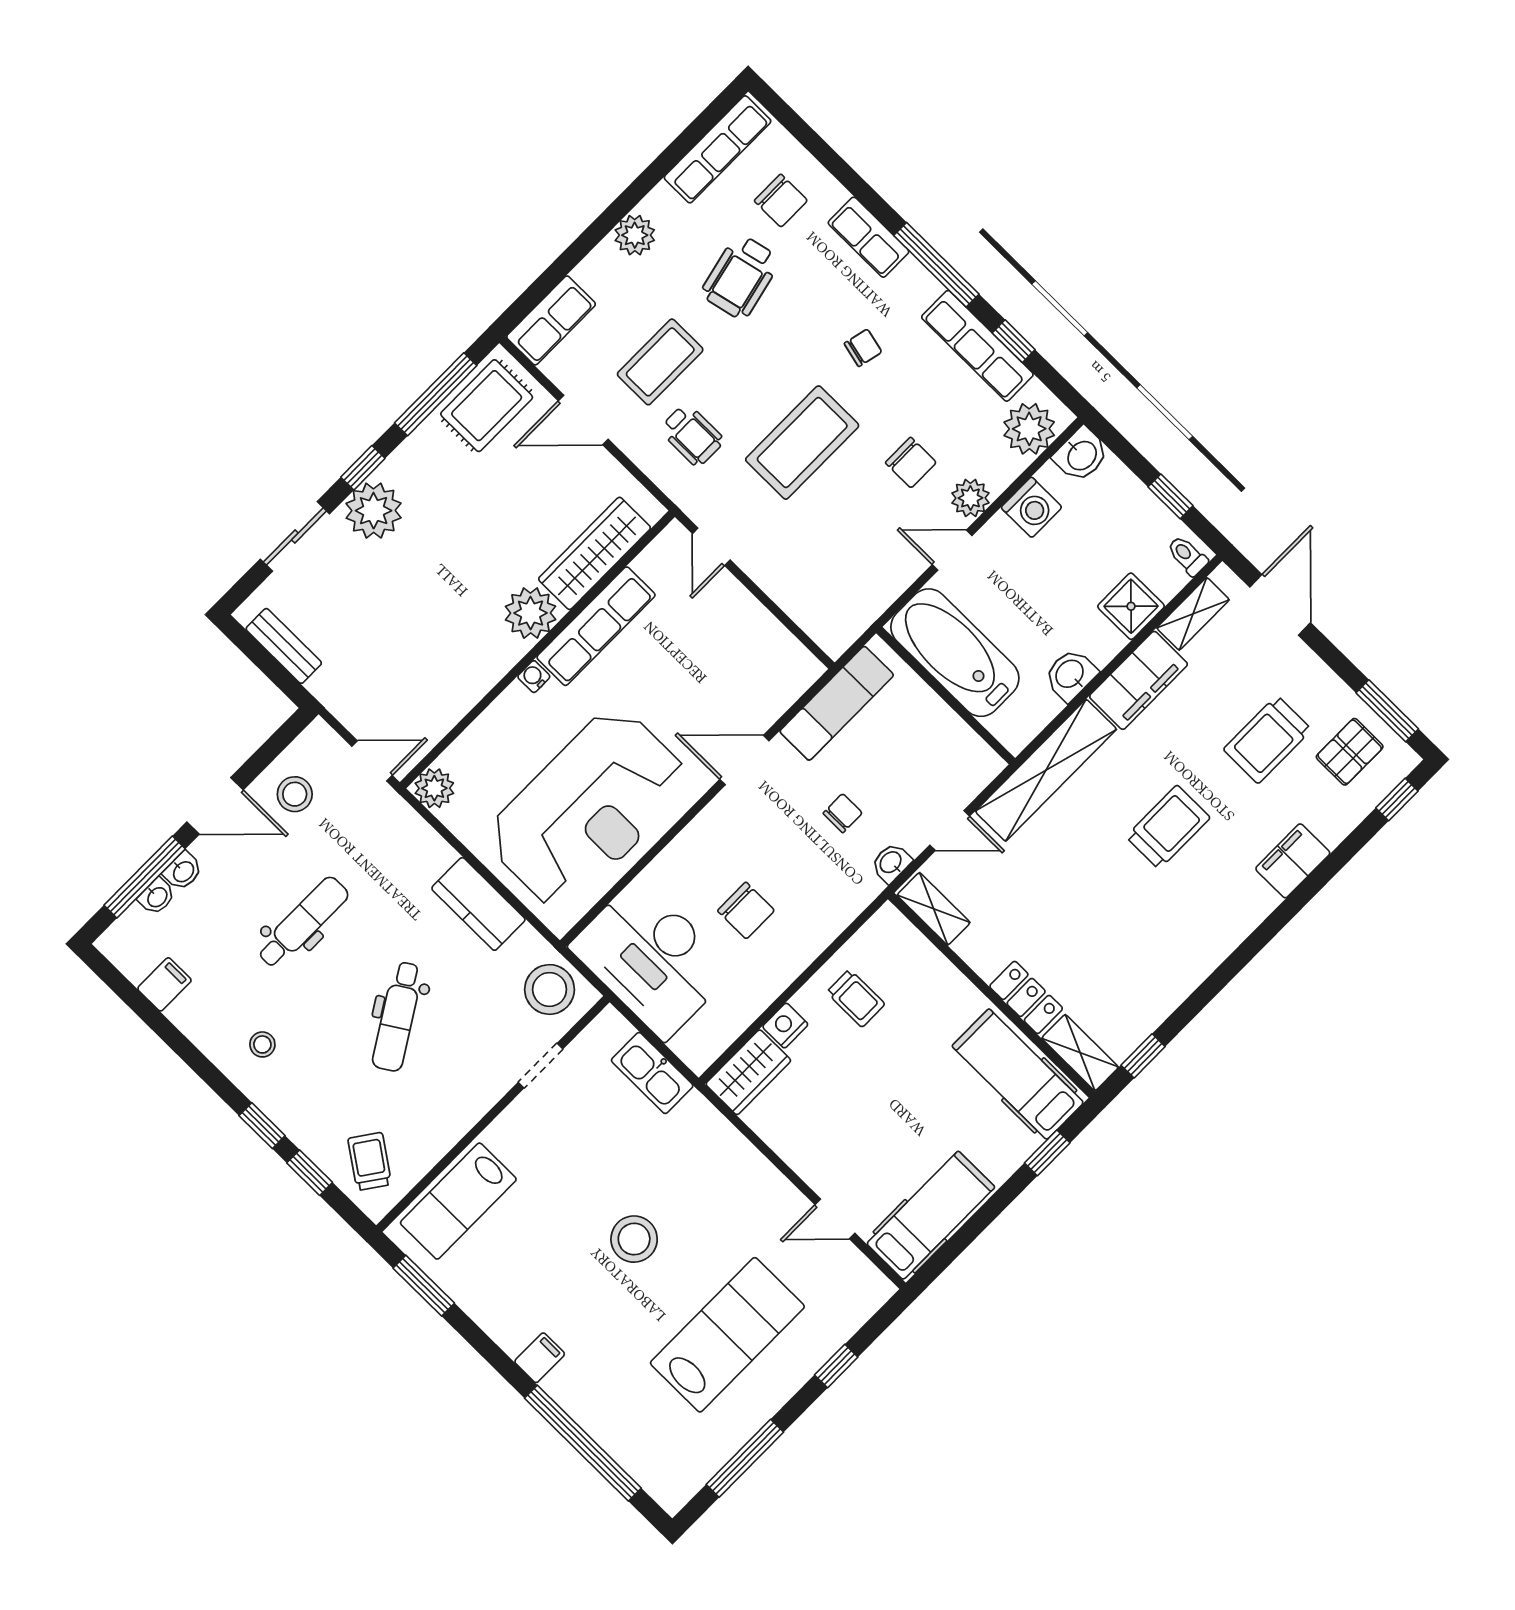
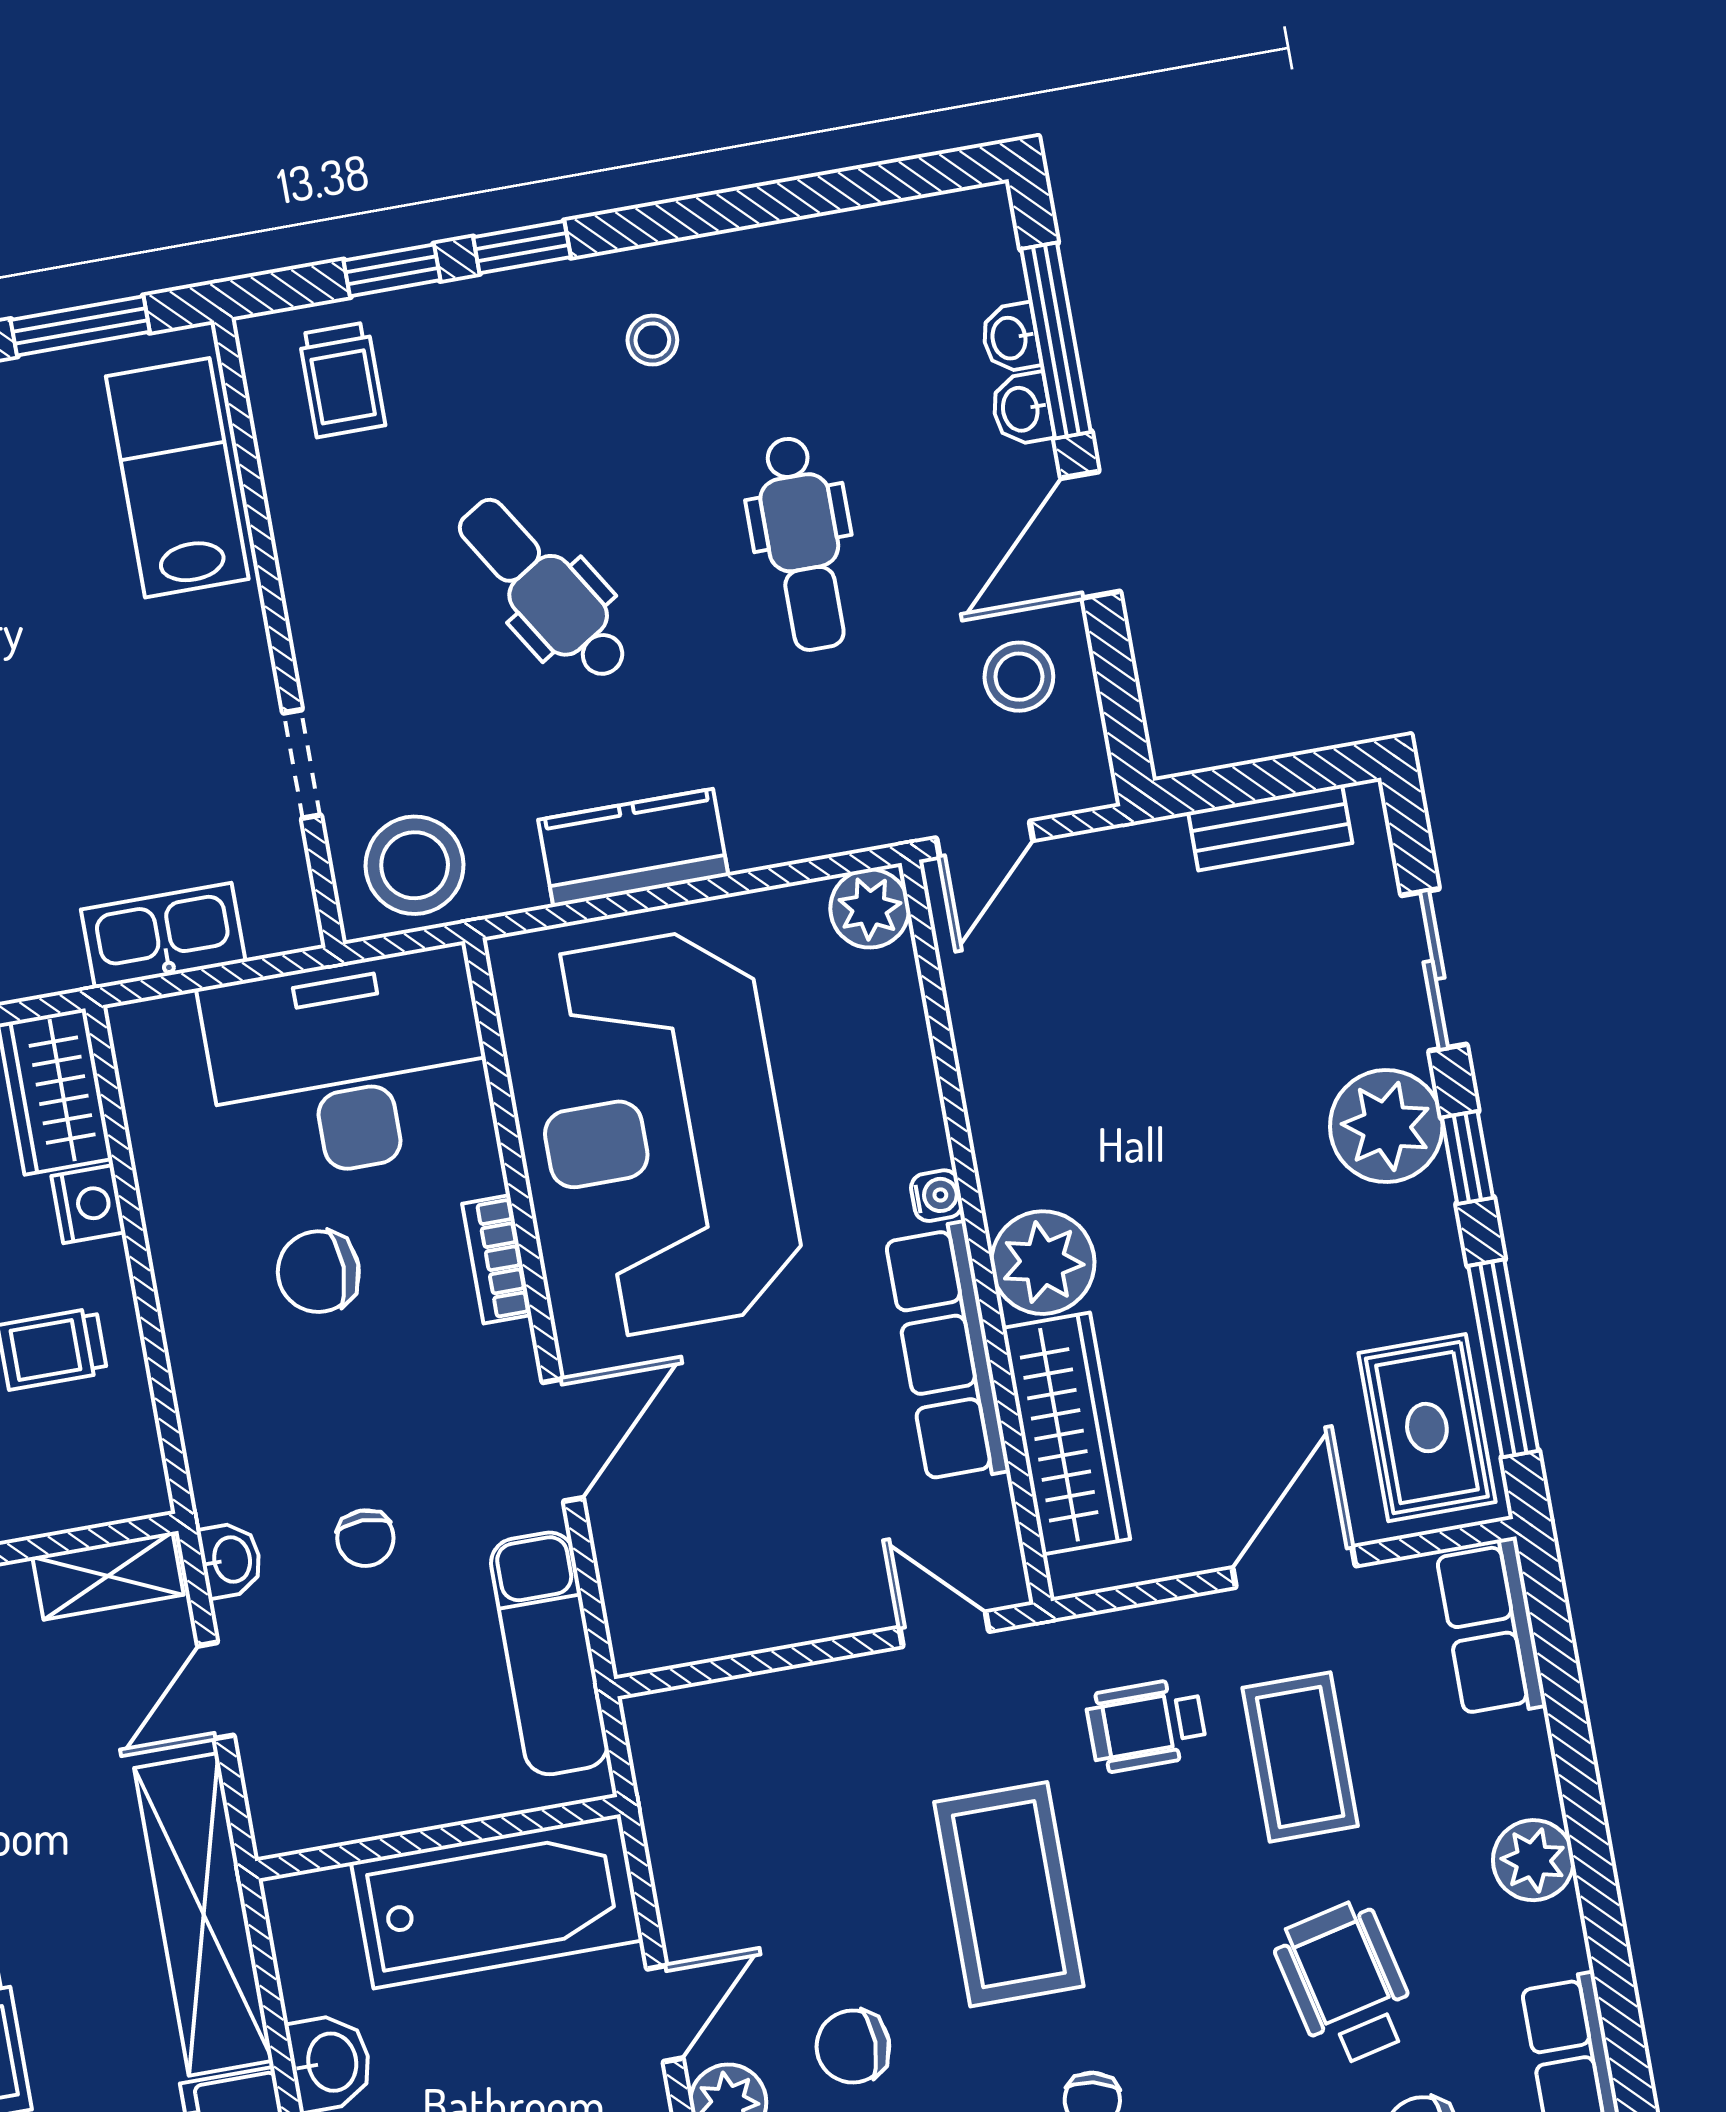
bookcase: (689, 840) -> (497, 1259), added
filing cabinet: (164, 984) -> (860, 250), removed
trolley: (370, 1161) -> (342, 380), turned 55

